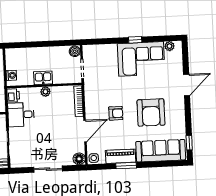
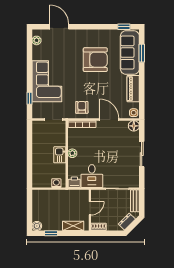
window: (135, 40) -> (30, 98), moved
boiler: (75, 51) -> (37, 125), removed
corner sofa: (141, 59) -> (47, 81), moved
door: (187, 85) -> (59, 27), moved
armchair: (116, 113) -> (82, 107), moved
window: (126, 166) -> (142, 53), moved

